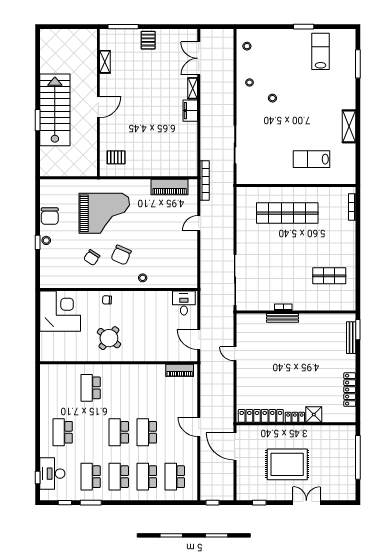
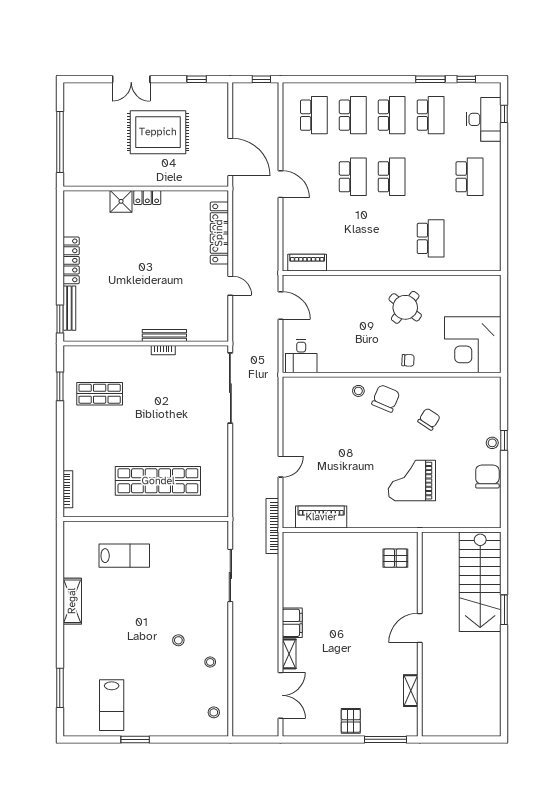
stairs: (55, 110) -> (480, 582), moved
grand piano: (104, 213) -> (412, 481), width x0.73, depth x0.68
chair: (121, 255) -> (386, 398), moved
window: (358, 281) -> (60, 386), added
locker: (350, 390) -> (71, 260), moved
locker: (261, 416) -> (219, 233), moved, turned 90

